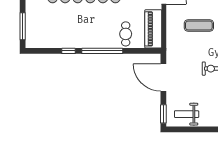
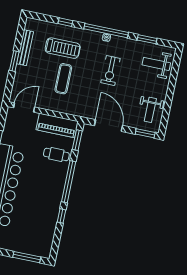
window: (143, 51) -> (77, 140), added
door: (163, 78) -> (108, 126), swing flipped

